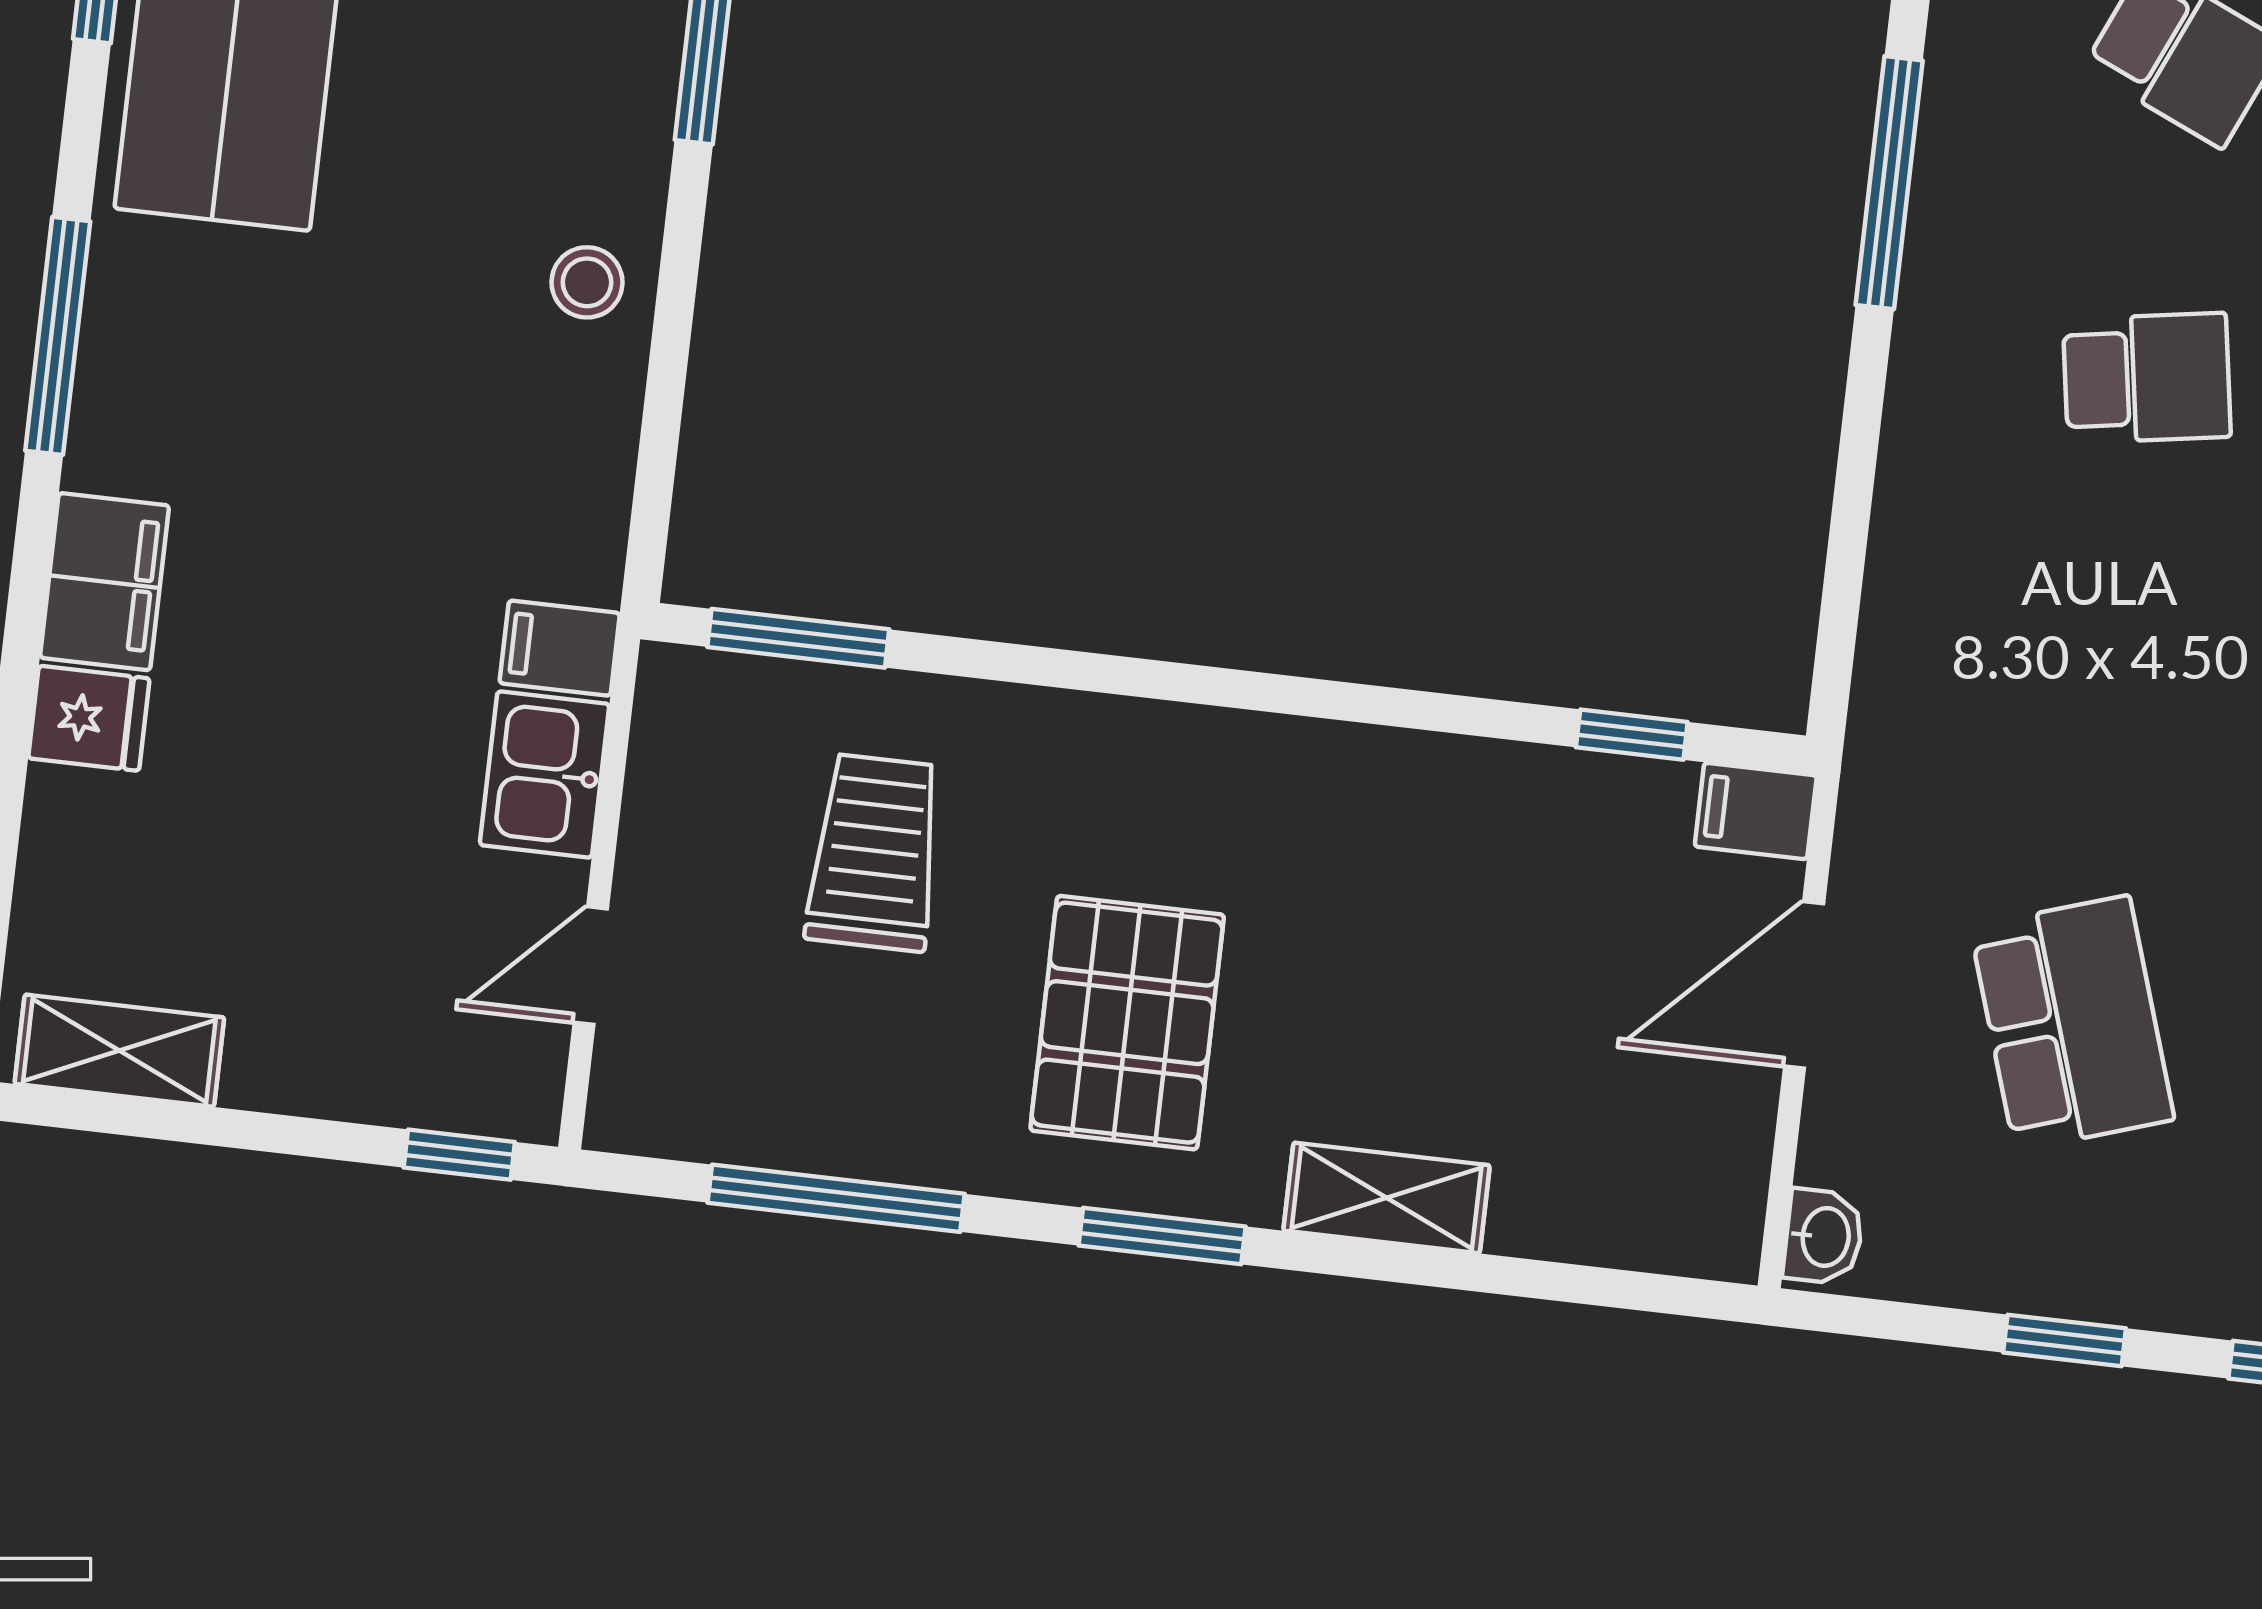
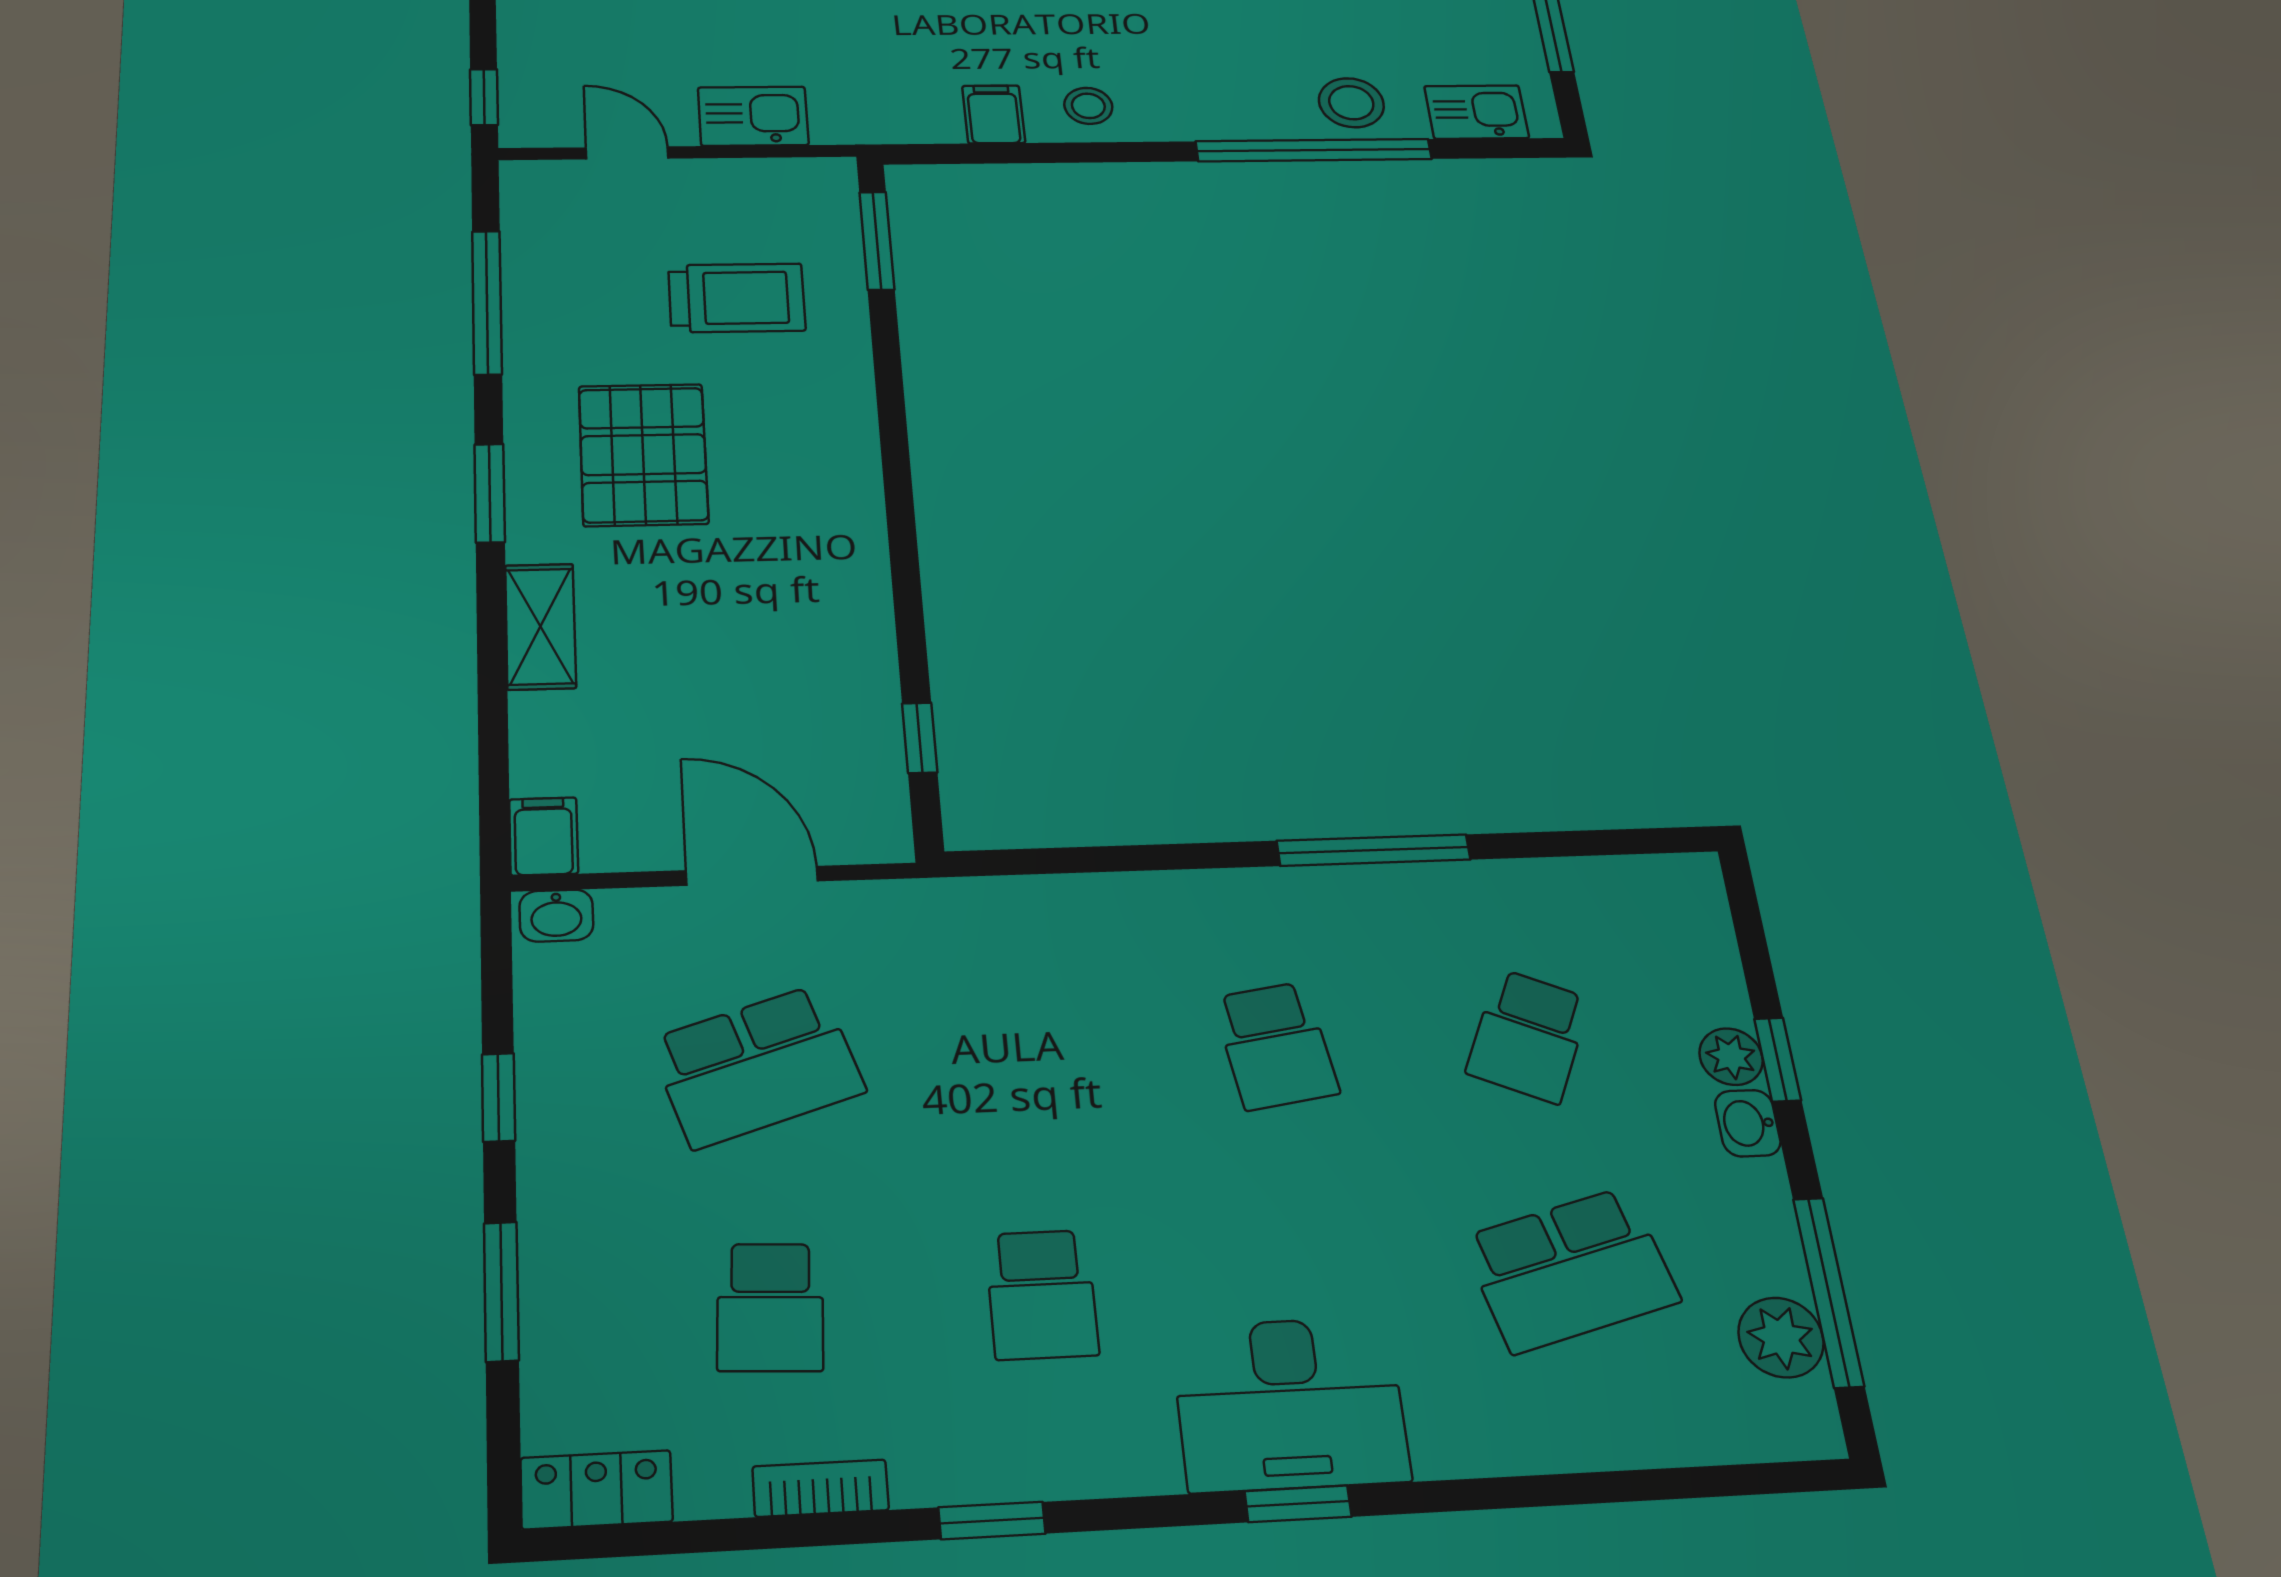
filing cabinet: (560, 648) -> (994, 114), moved
filing cabinet: (1756, 811) -> (544, 836), moved
pallet: (1127, 1023) -> (643, 455), turned 90

